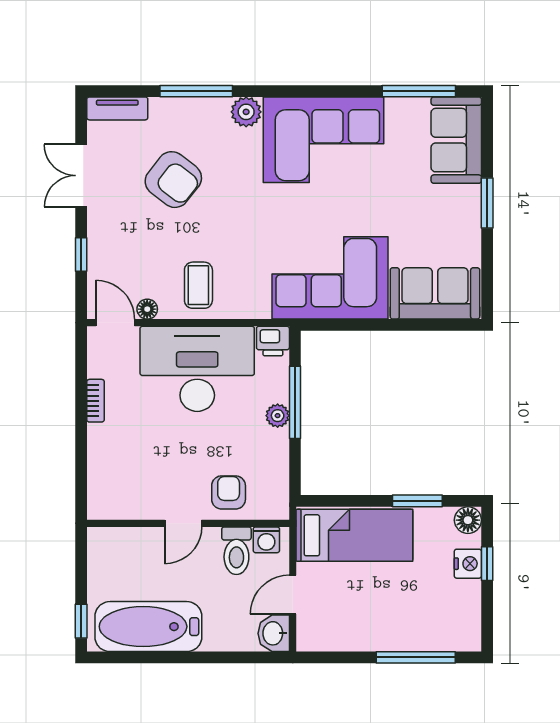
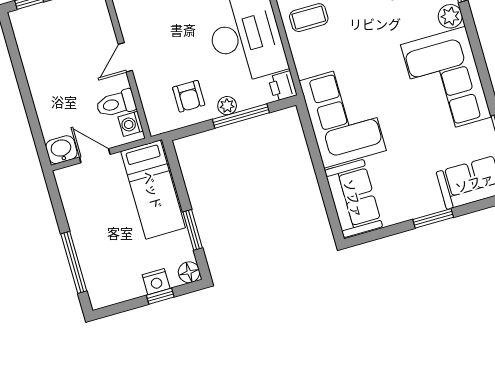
armchair: (229, 492) -> (189, 96), moved, turned 90
door: (183, 523) -> (125, 57), hinge flipped
bathtub: (148, 627) -> (40, 53), removed

